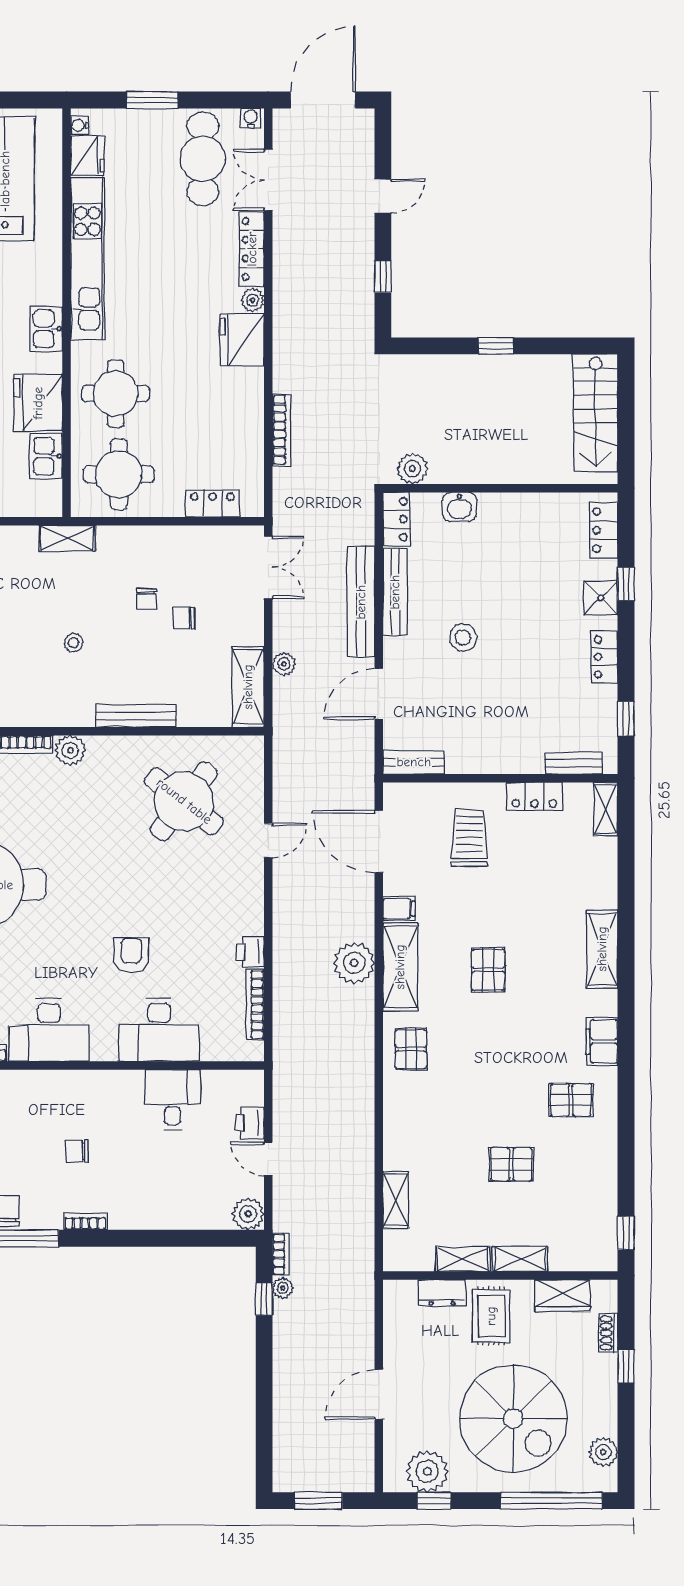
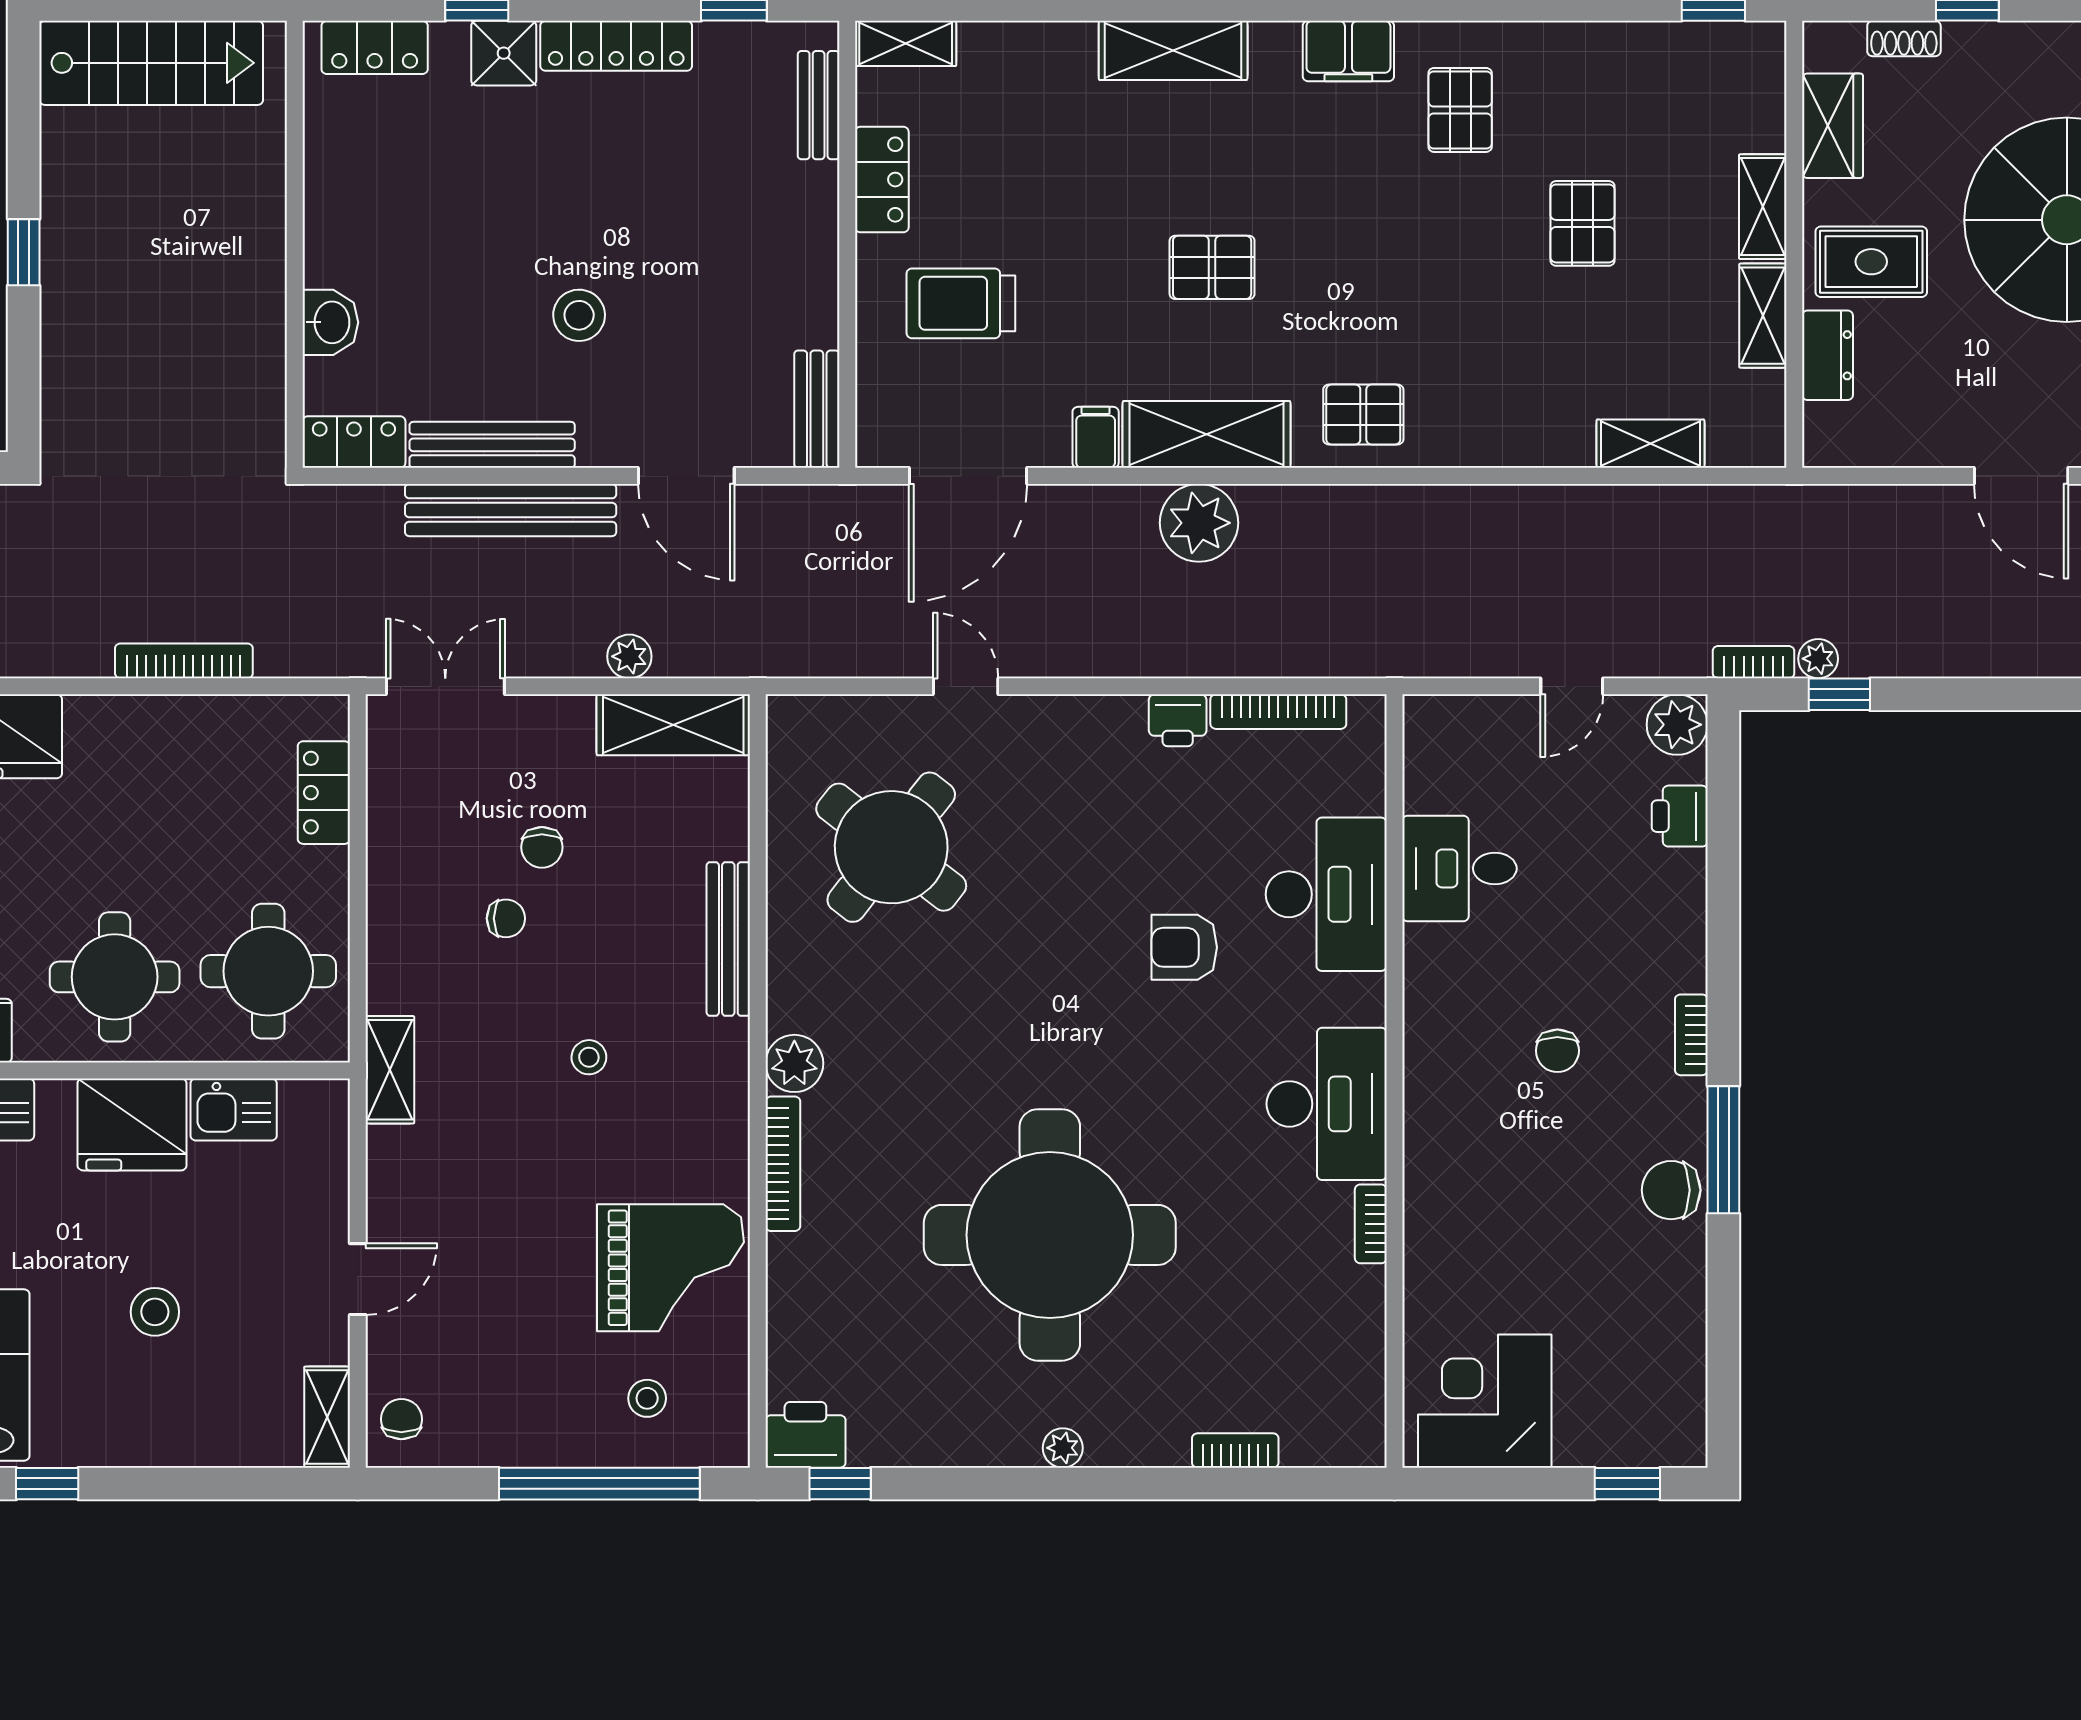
plant: (412, 469) -> (257, 412), removed
locker: (605, 657) -> (616, 46), width x1.53
printer: (249, 1123) -> (1680, 816), moved, turned 90

